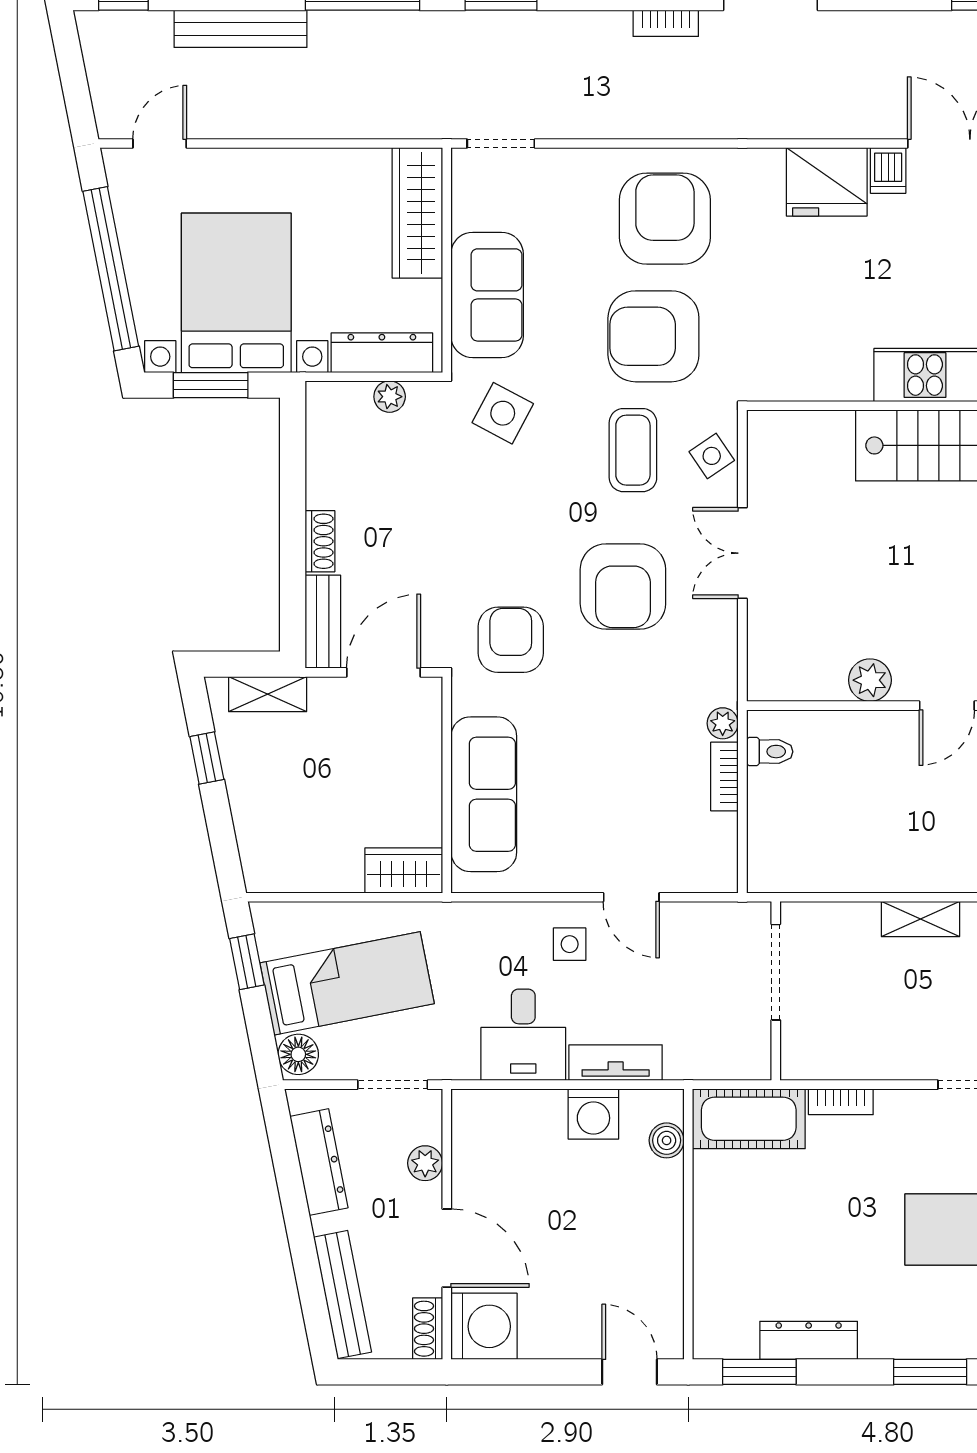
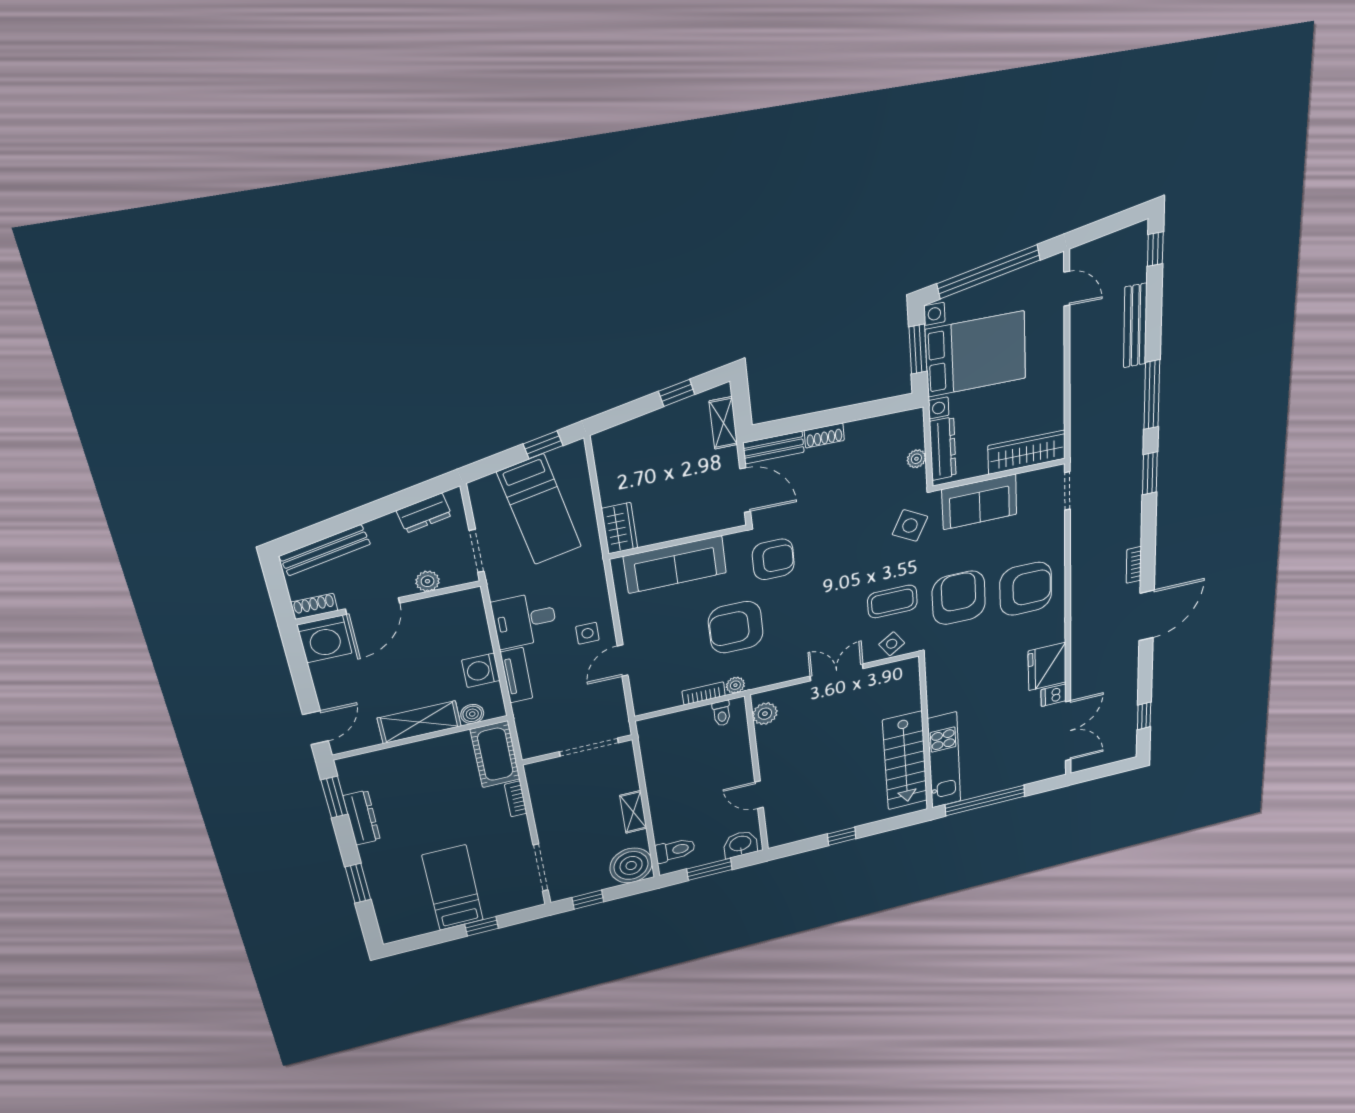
armchair: (623, 587) -> (736, 627), moved
plant: (870, 680) -> (765, 714), moved
floor lamp: (298, 1054) -> (486, 489), removed
dresser: (319, 1162) -> (424, 513), width x0.70
shelving: (660, 1221) -> (419, 722), added

